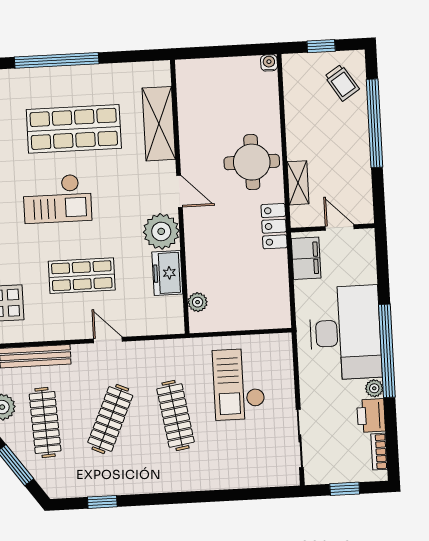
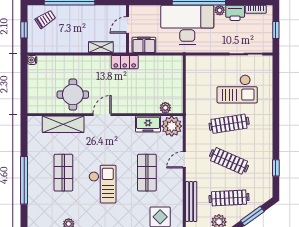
shop shelf: (74, 129) -> (63, 173), width x0.70, depth x0.74
round table: (252, 162) -> (73, 95), moved
plant: (161, 231) -> (172, 126), moved
checkout: (239, 384) -> (237, 89), moved

